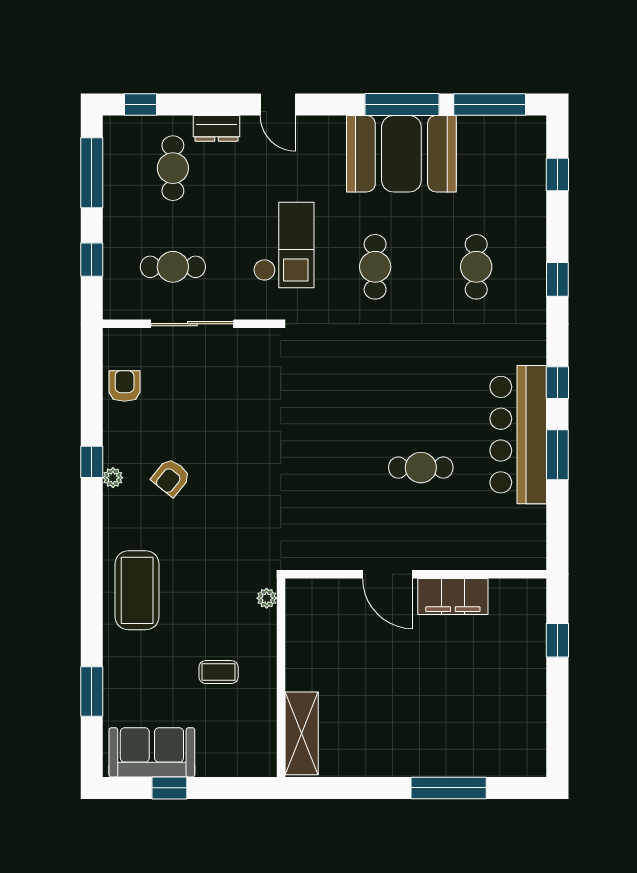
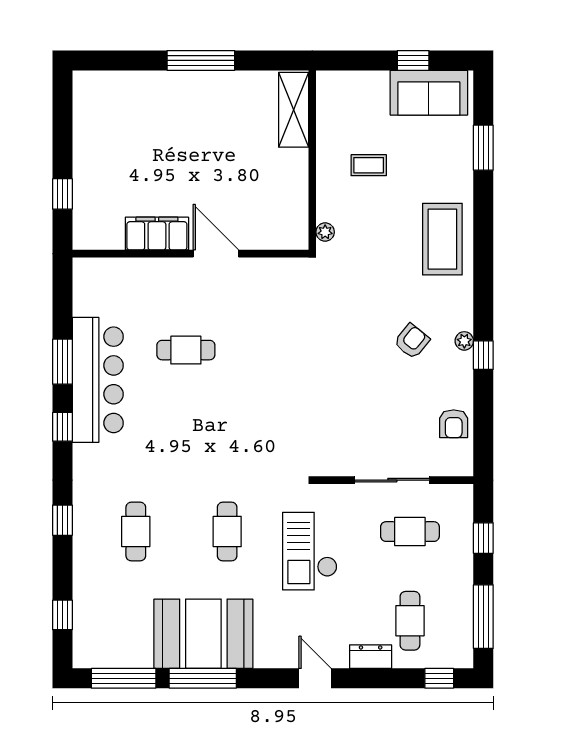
window: (449, 788) -> (201, 60), moved

